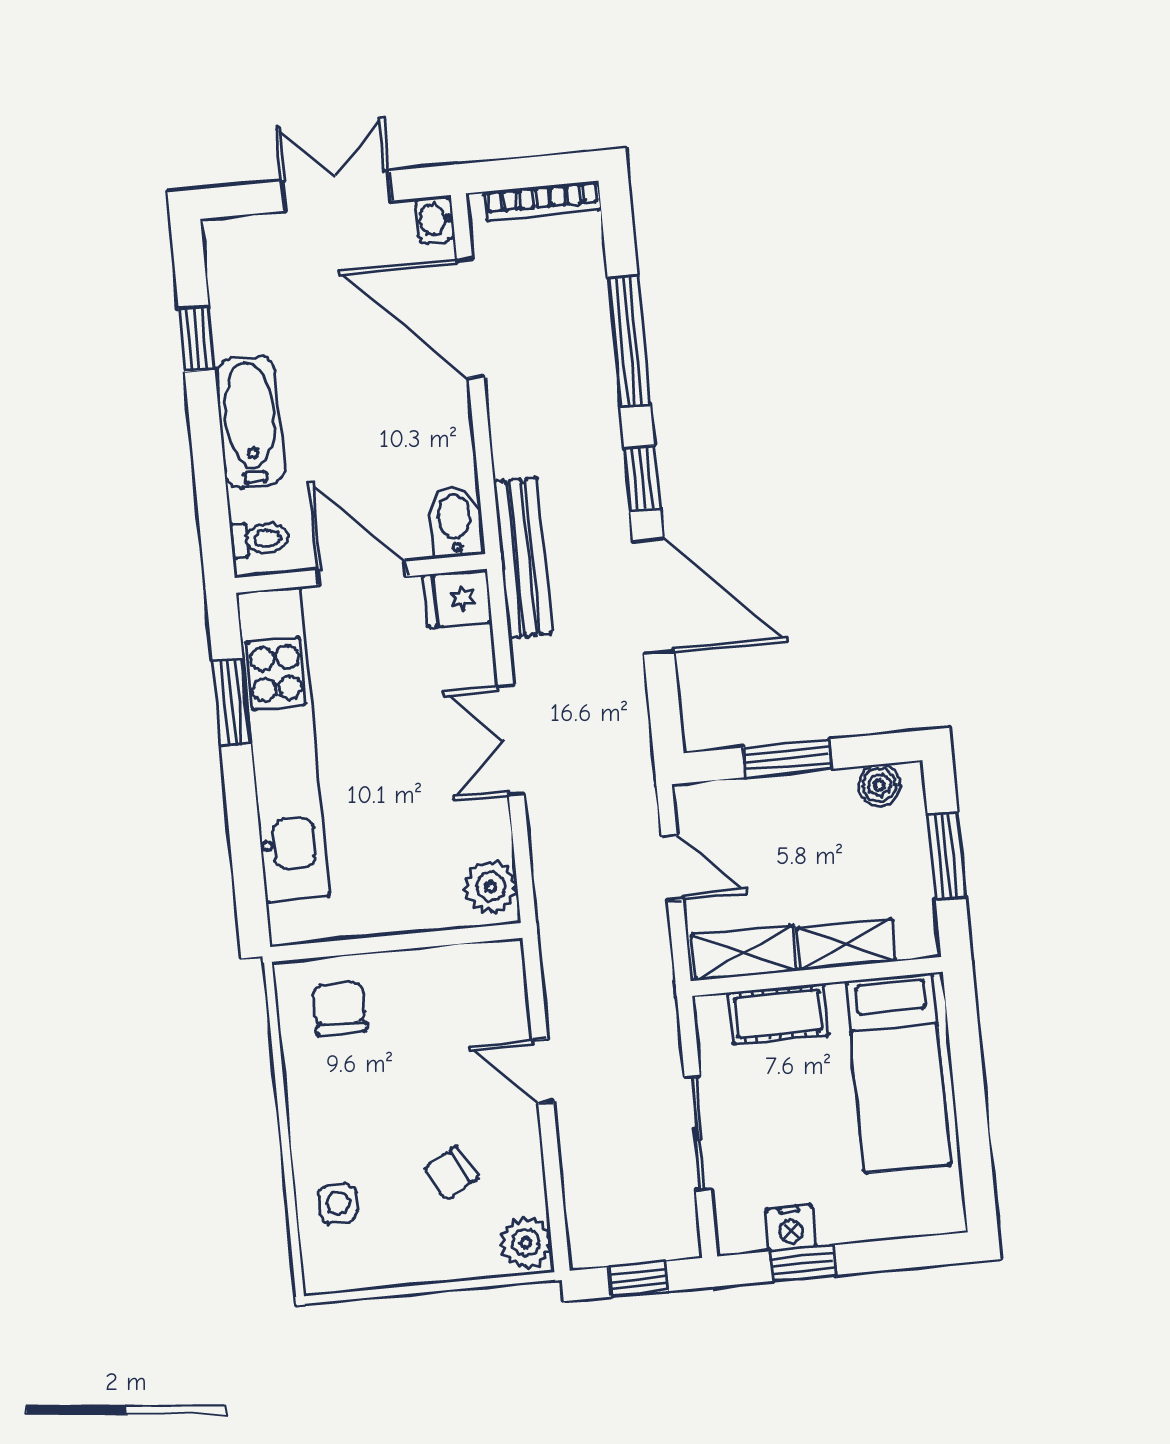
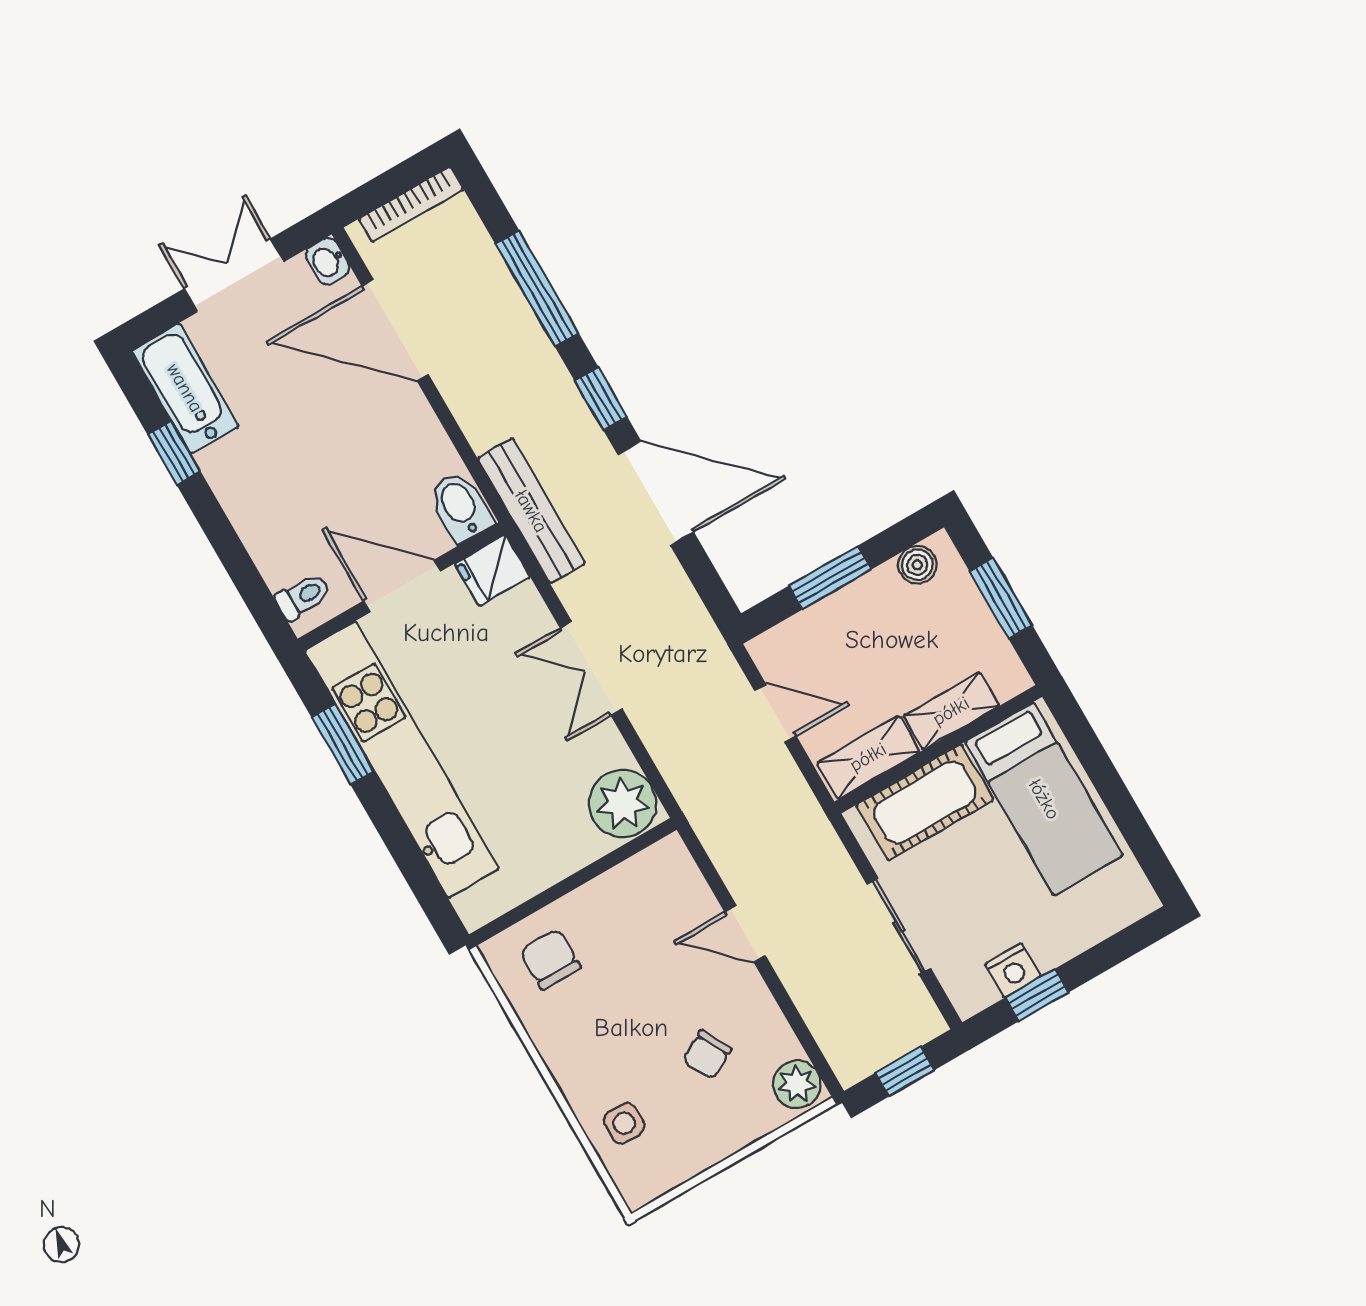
bathtub: (250, 422) -> (185, 388), moved
plant: (491, 887) -> (623, 803), width x1.36, depth x1.36
cot: (779, 1014) -> (925, 802), width x1.37, depth x1.34

